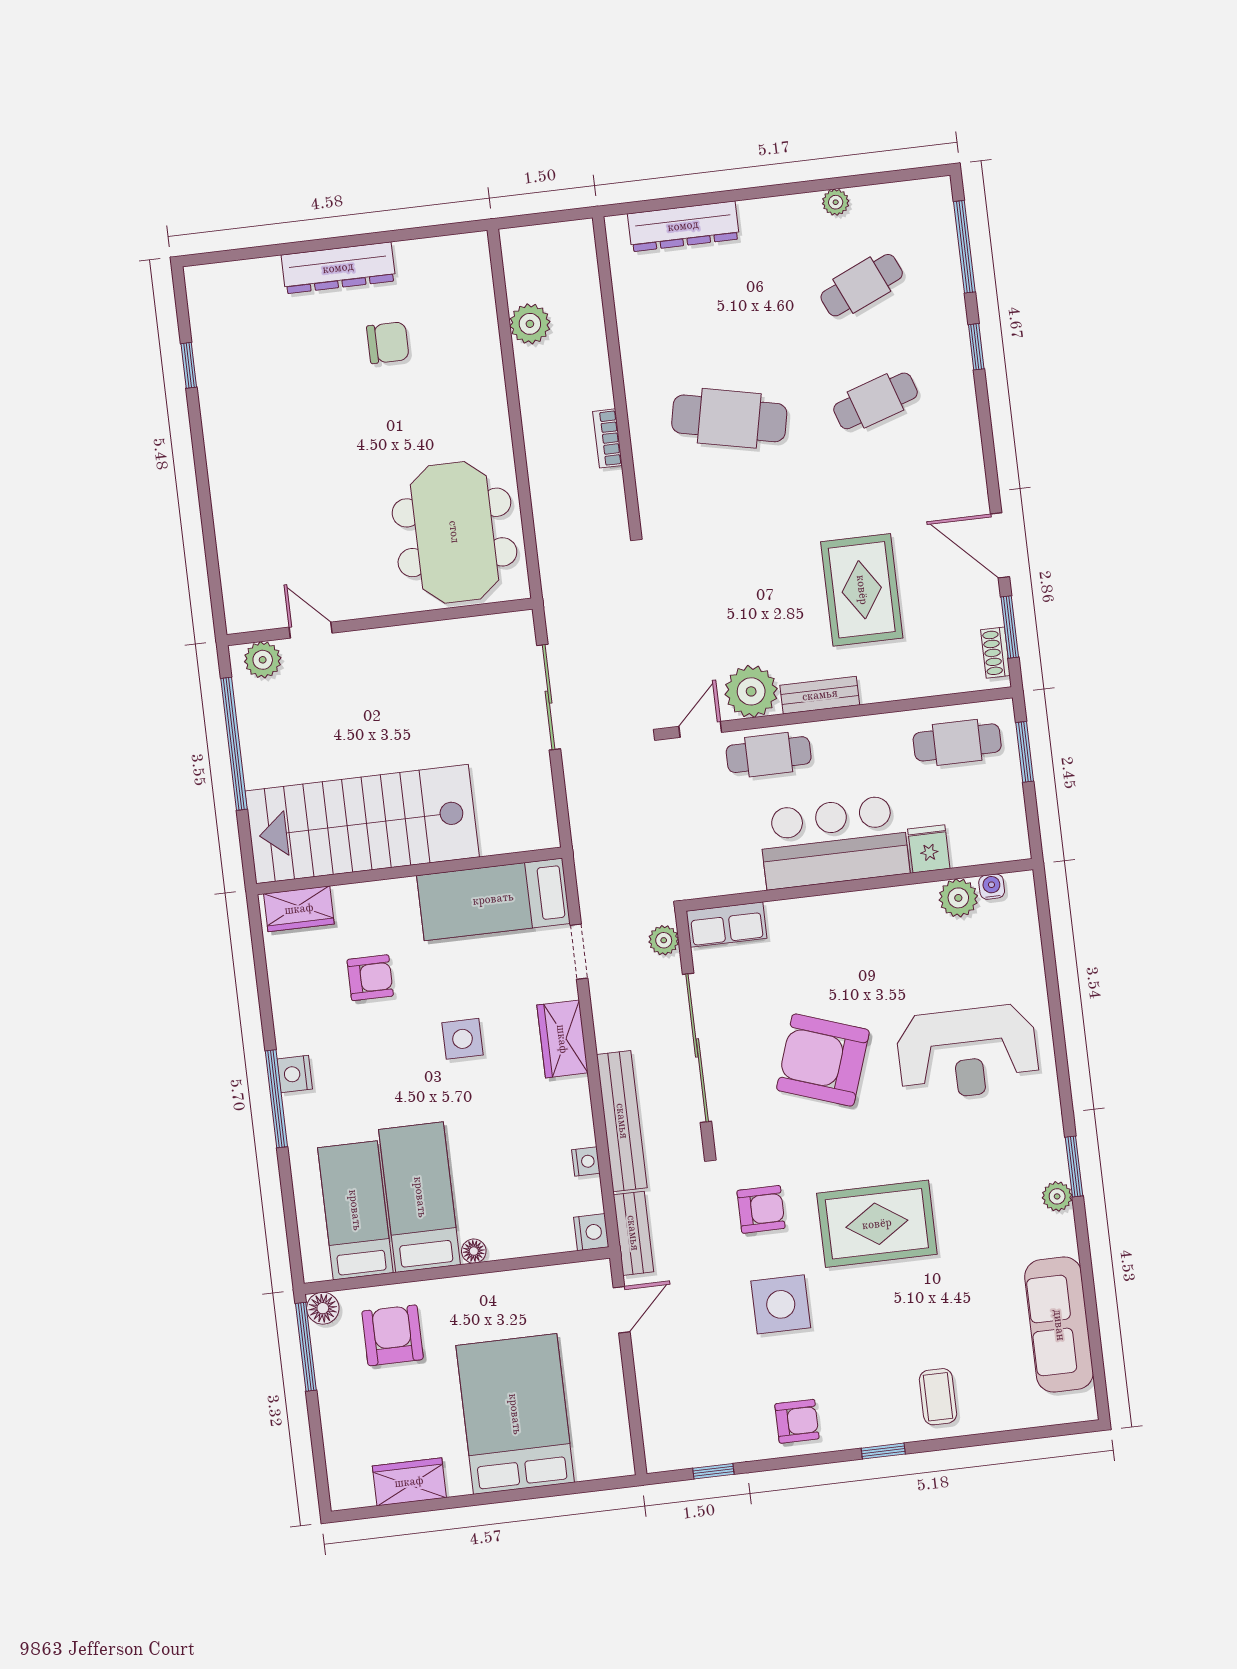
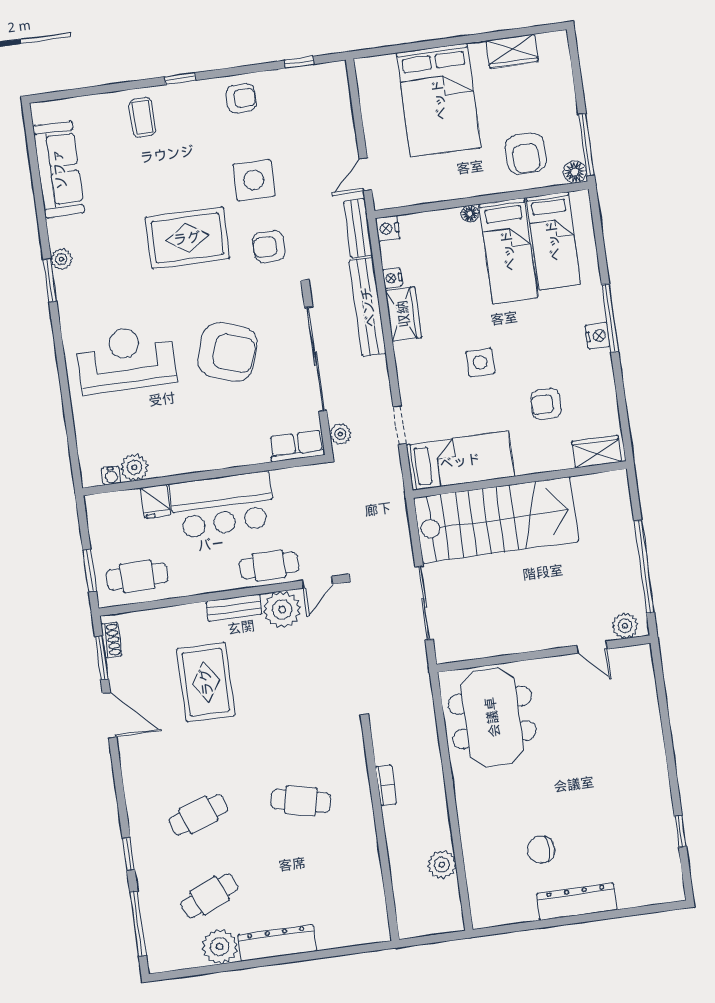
plant: (836, 202) -> (220, 947), width x1.88, depth x1.88
dresser: (683, 226) -> (277, 943), moved
cafe table: (729, 418) -> (301, 801), width x0.73, depth x0.74
stairs: (362, 824) -> (496, 520), moved
wardrobe: (562, 1039) -> (403, 314), moved
armchair: (797, 1421) -> (241, 98), turned 180

